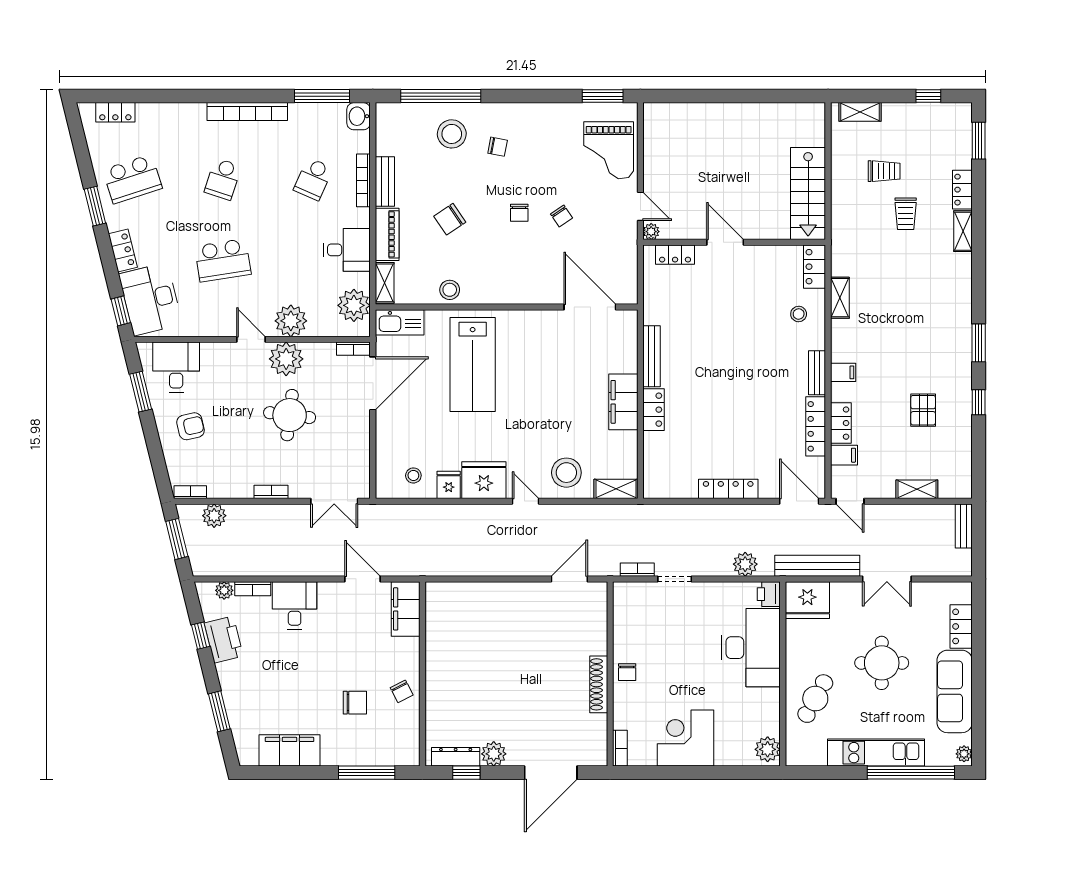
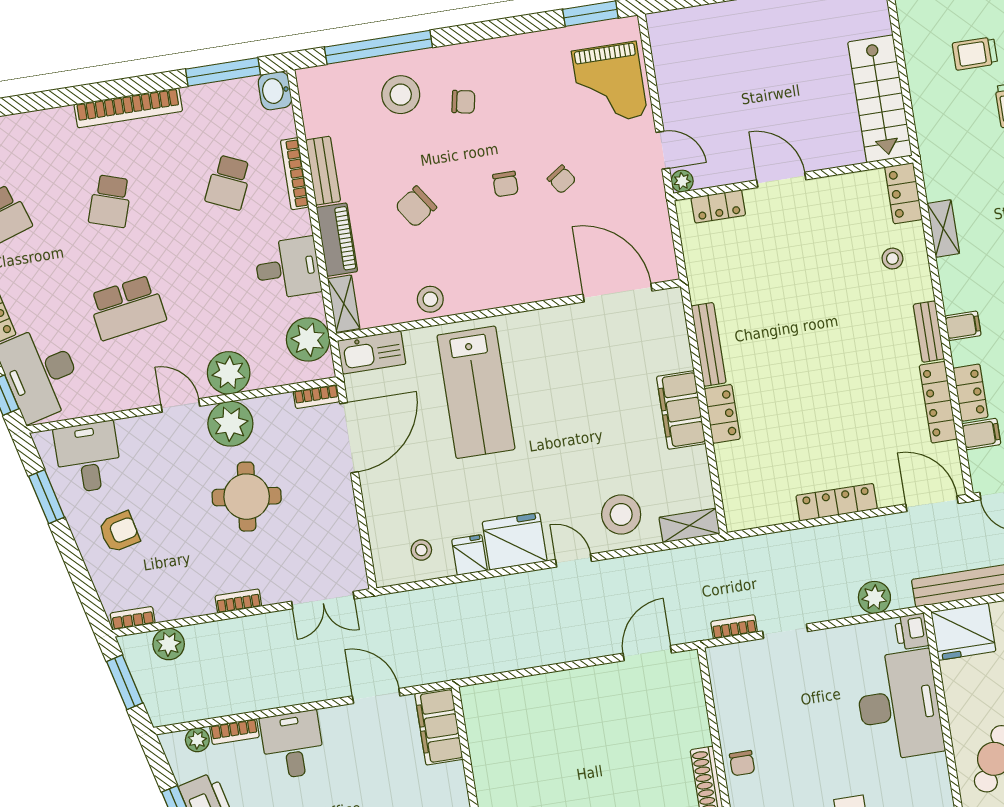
trolley: (884, 171) -> (975, 53), turned 180

